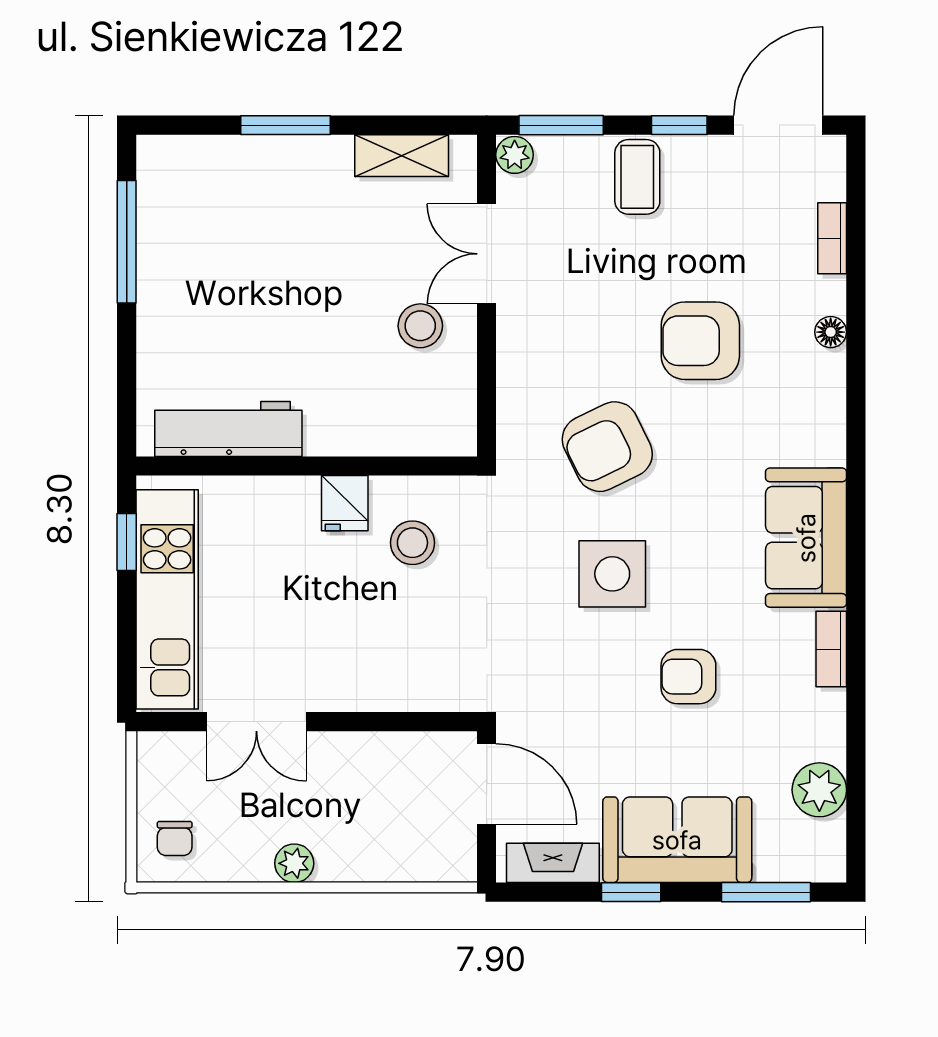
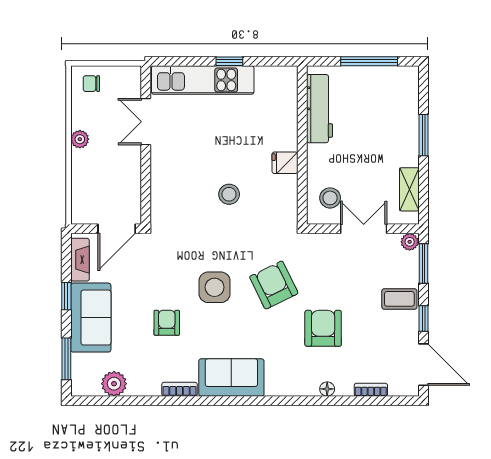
workbench: (228, 429) -> (320, 109), moved
wall: (307, 466) -> (302, 145), moved
fridge: (345, 503) -> (285, 163), moved

